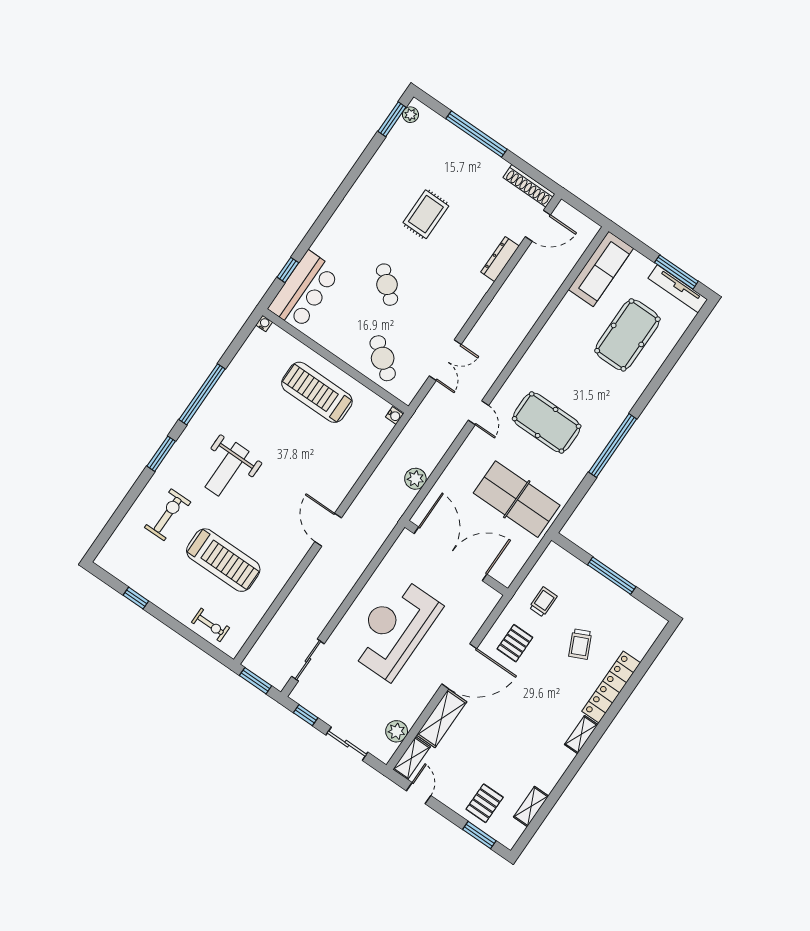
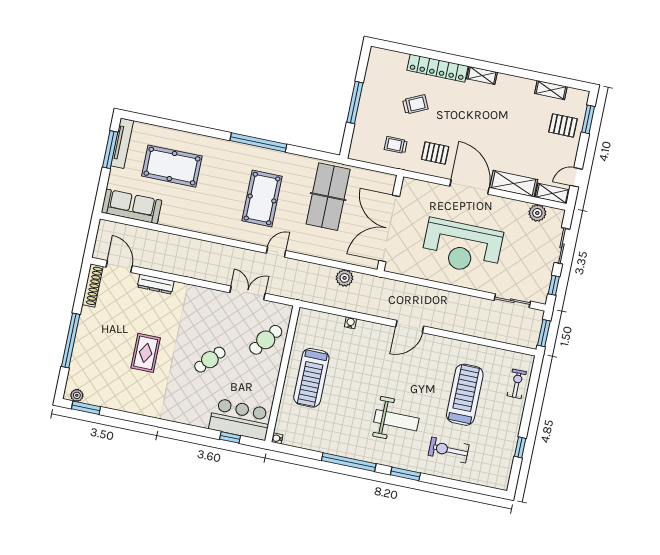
rug: (426, 214) -> (146, 353), turned 90
water cooler: (394, 416) -> (350, 323), moved

